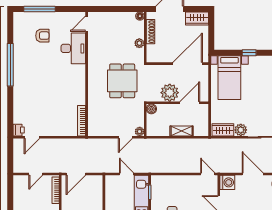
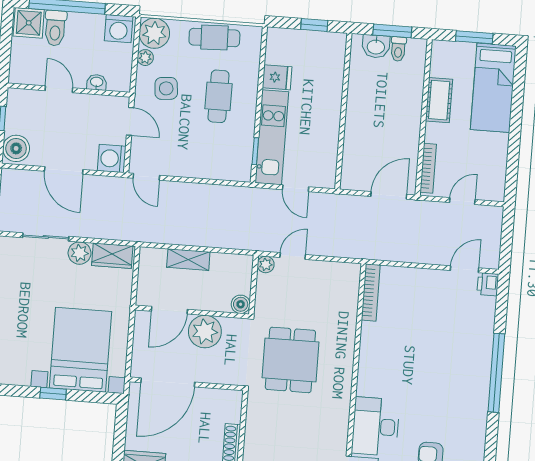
plant: (139, 43) -> (254, 427), removed
window: (10, 65) -> (496, 373), moved
bed with nightstands: (229, 78) -> (81, 350), width x1.36

